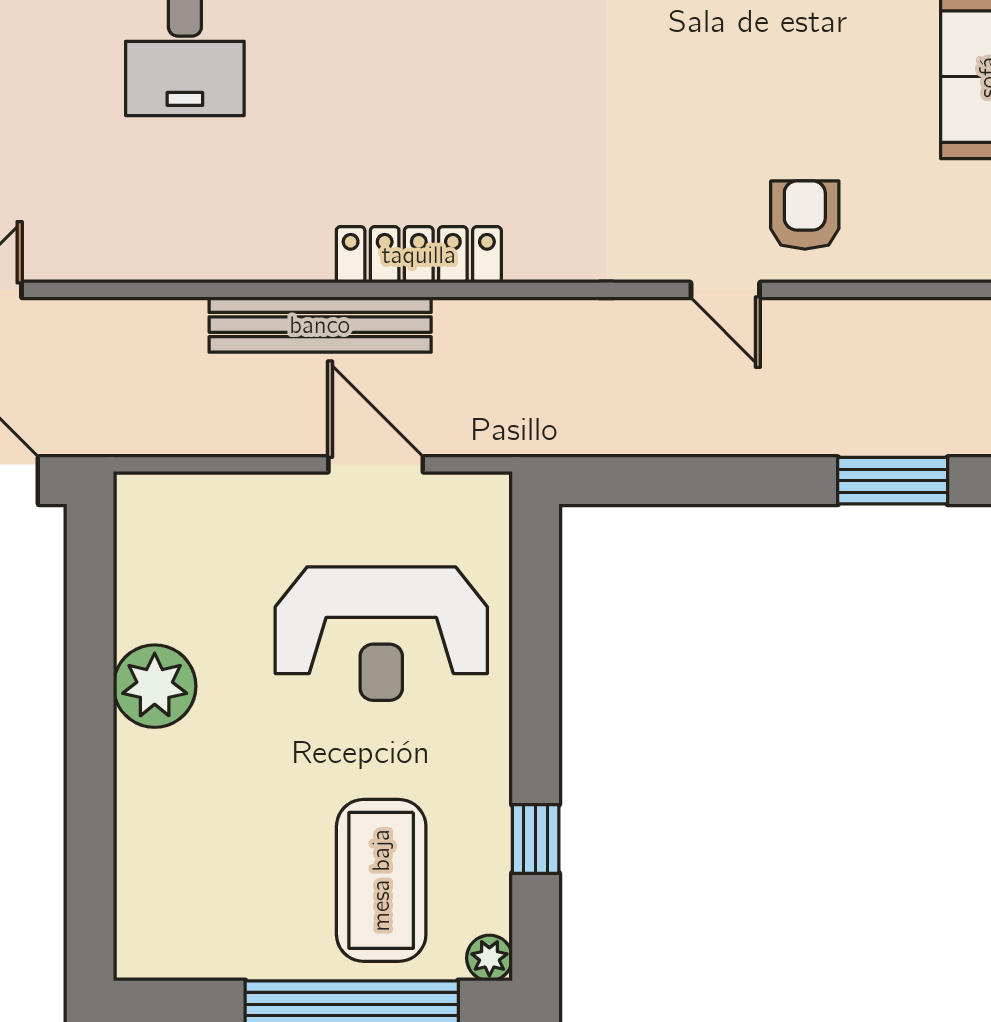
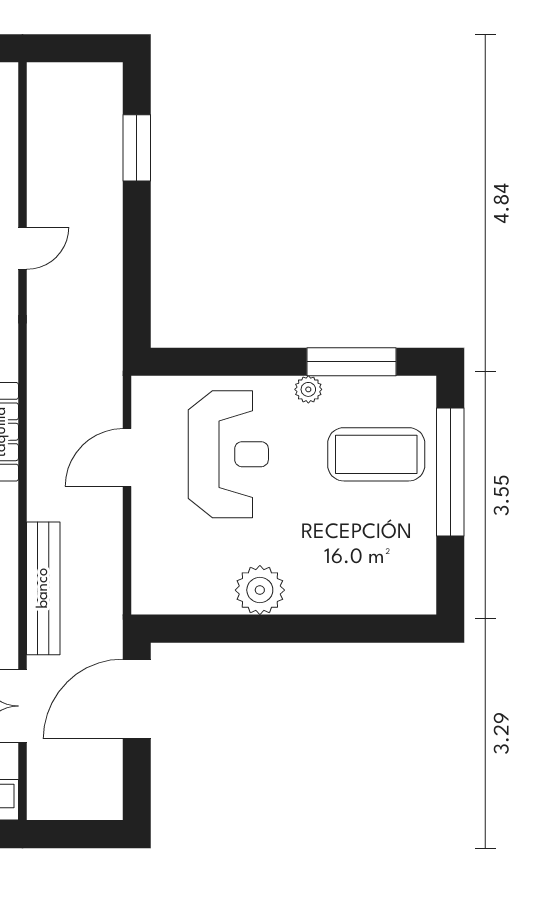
bench: (320, 325) -> (43, 588), moved
window: (536, 839) -> (351, 362), width x2.17
plant: (489, 958) -> (308, 389), moved

